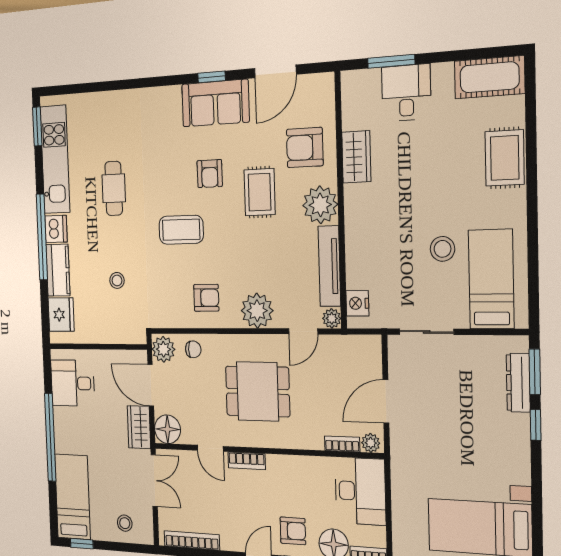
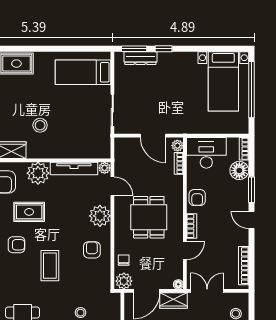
stool: (443, 249) -> (40, 125), moved
nightstand: (357, 303) -> (96, 152), removed
floor lamp: (168, 429) -> (178, 284), width x0.53, depth x0.53
armchair: (293, 531) -> (197, 198), moved, turned 180

